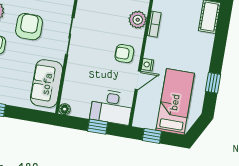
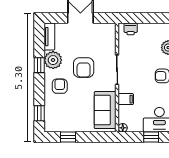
armchair: (29, 27) -> (84, 68), turned 180
filing cabinet: (74, 74) -> (126, 99), added

